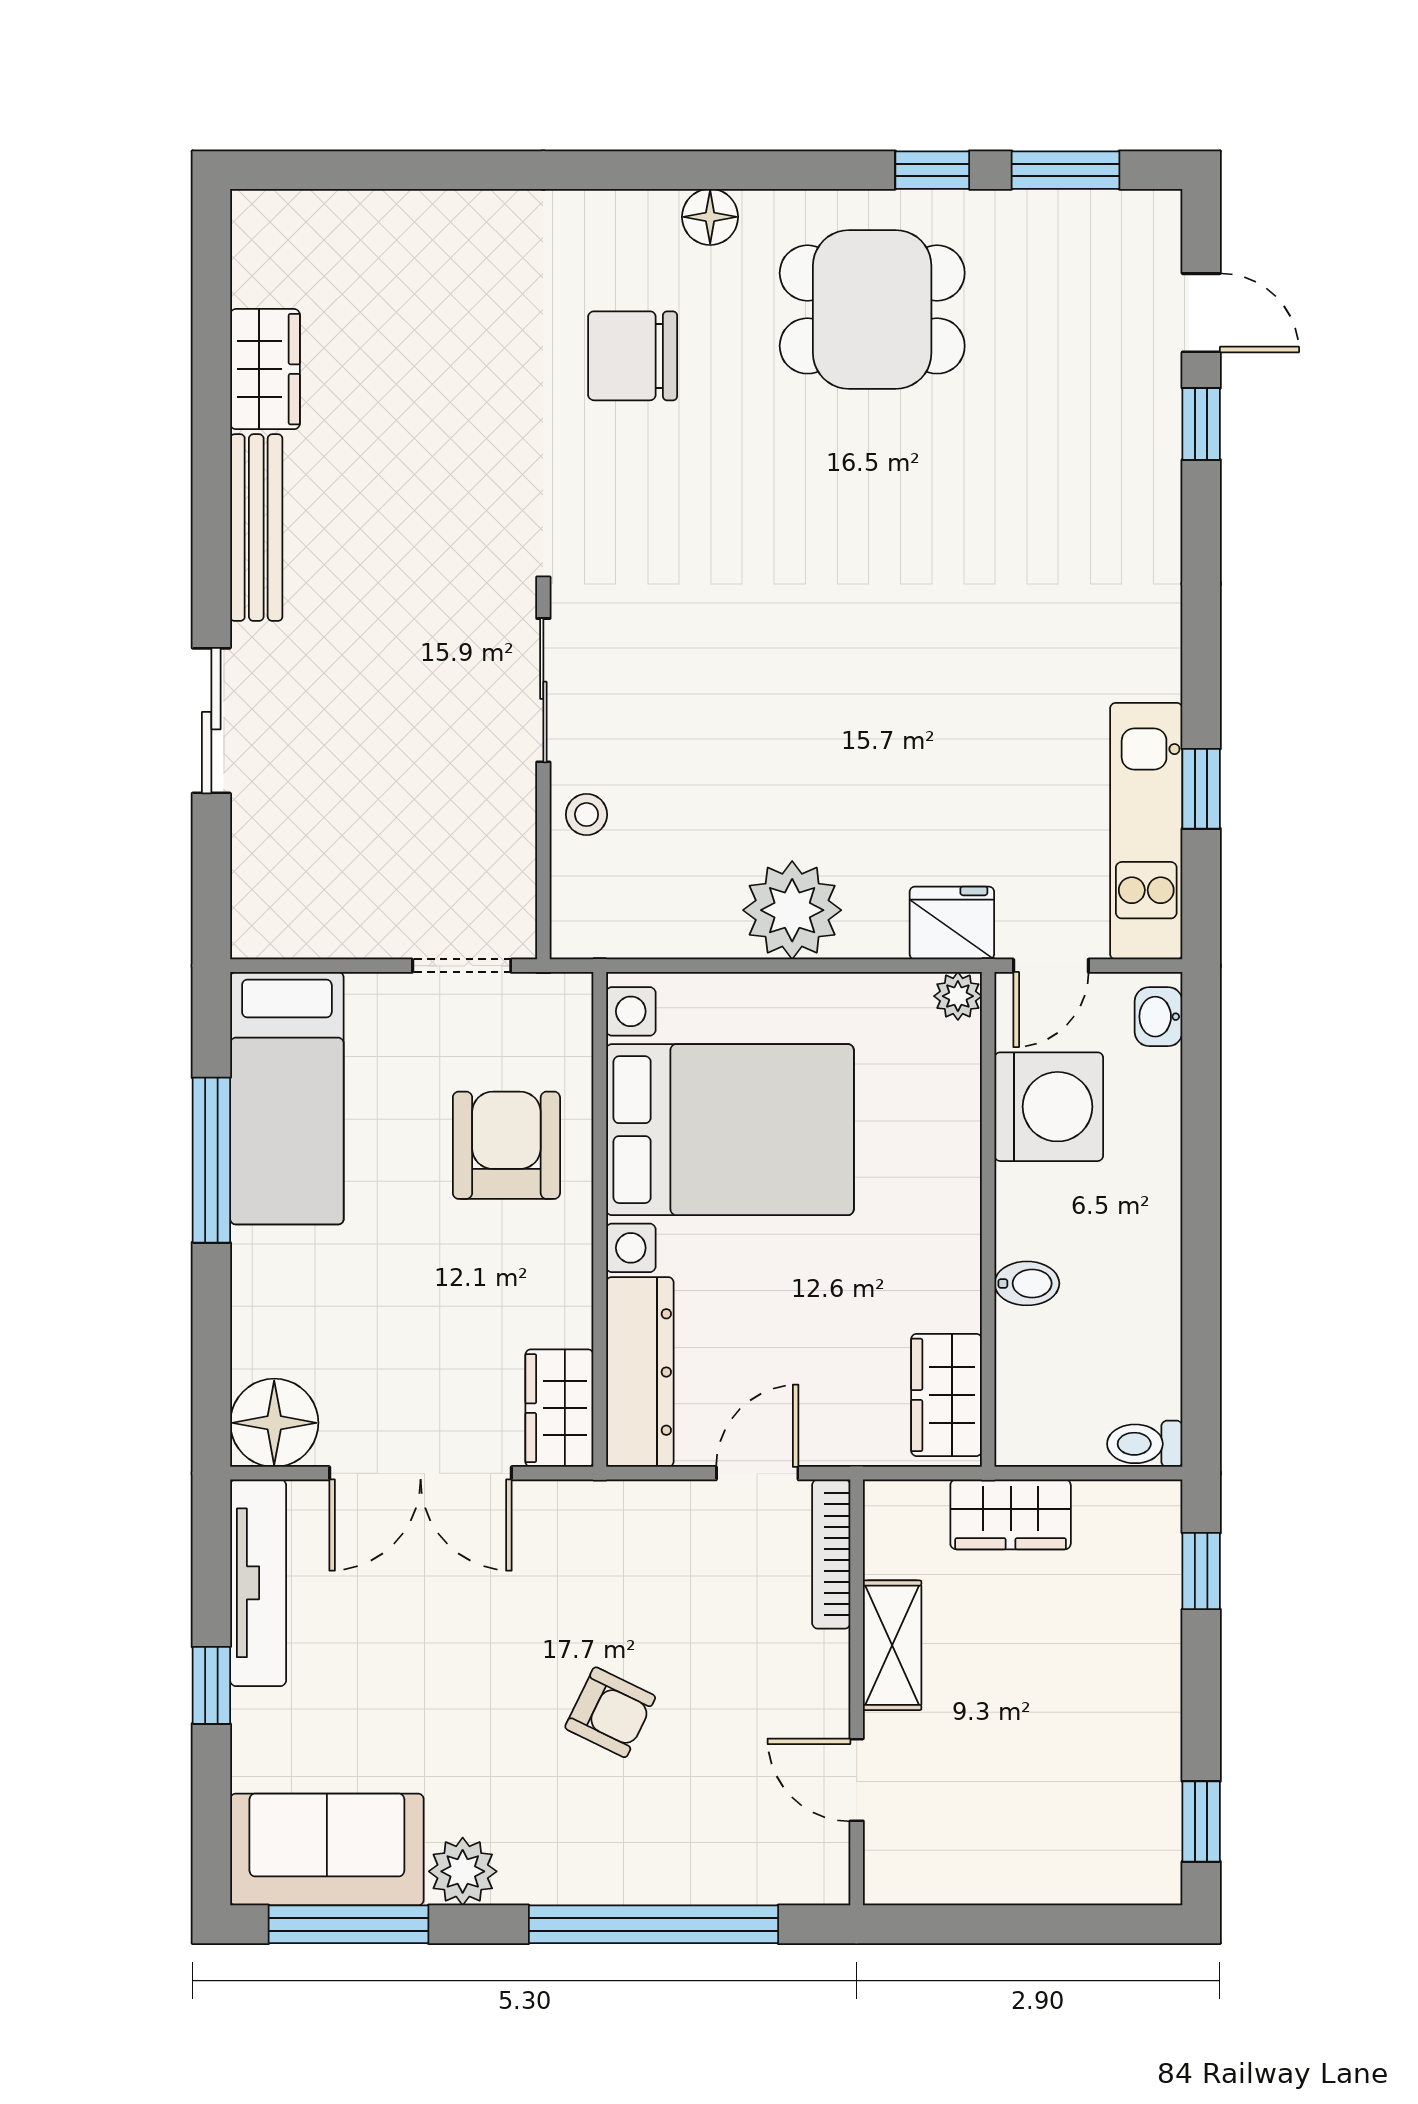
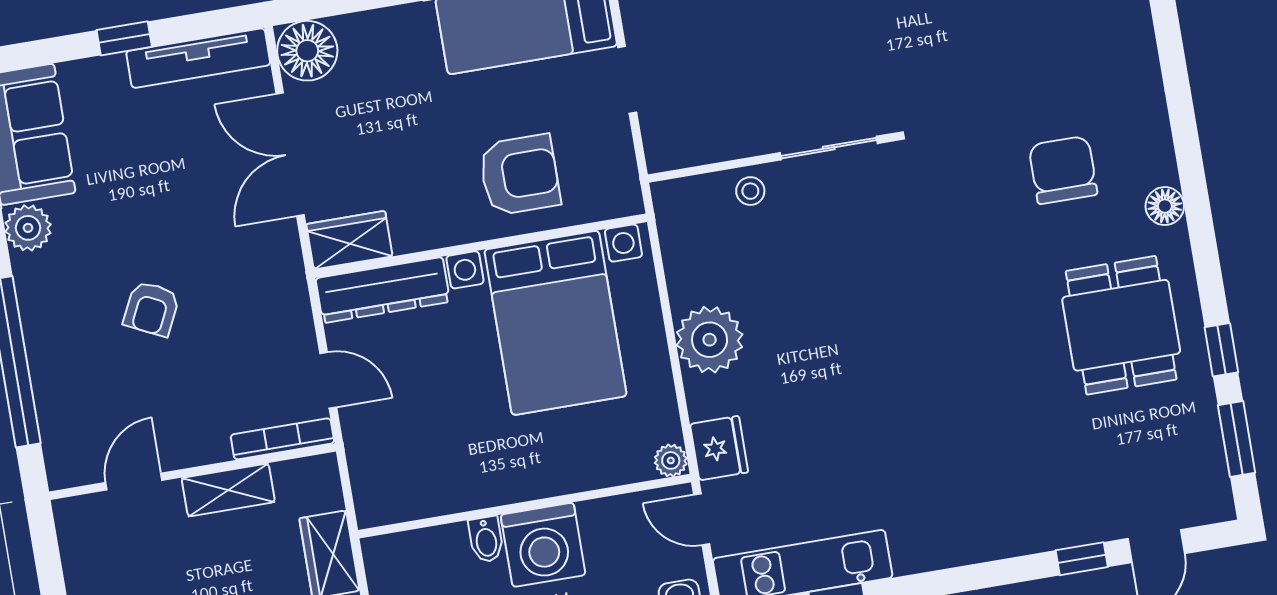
doorway: (462, 966) -> (627, 80), moved
washing machine: (1049, 1107) -> (543, 545), moved
wardrobe: (946, 1395) -> (402, 498), removed

